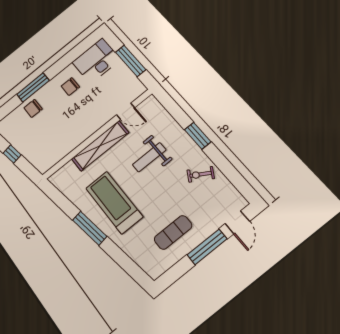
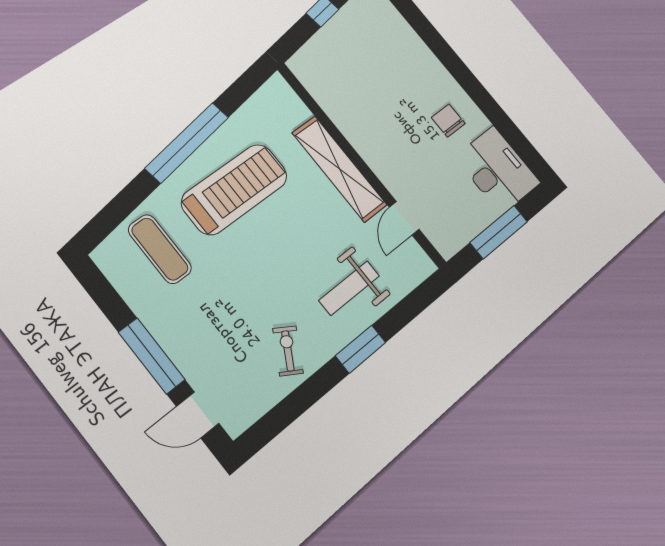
window: (33, 87) -> (445, 54), removed
chair: (33, 108) -> (407, 52), removed
weight bench: (149, 157) -> (349, 288), moved, turned -90
window: (90, 228) -> (187, 143), width x1.46
exercise mat: (173, 232) -> (160, 249), moved

